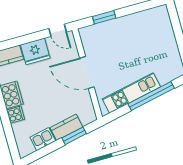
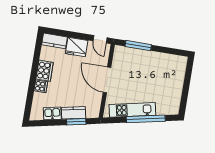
window: (104, 17) -> (138, 46), width x1.44

